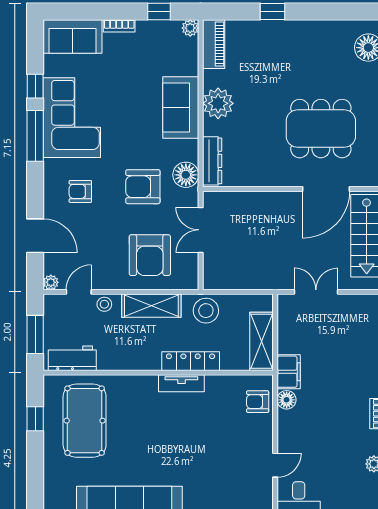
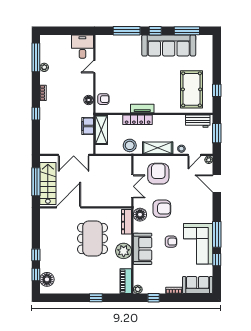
dining table: (321, 129) -> (92, 238), moved, turned 90
armchair: (80, 191) -> (171, 242), moved
double door: (316, 292) -> (74, 155), width x1.37
filing cabinet: (289, 372) -> (88, 126), moved

